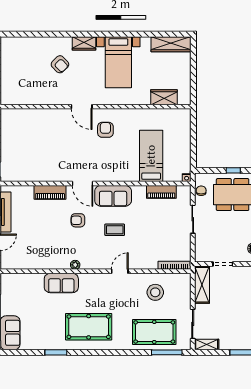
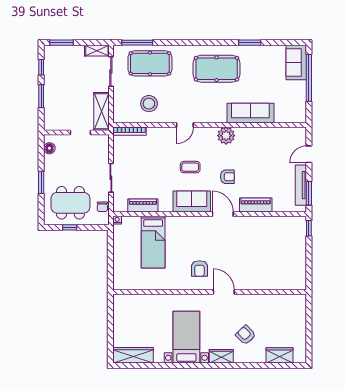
wardrobe: (164, 97) -> (279, 355), moved, turned 180
plant: (75, 265) -> (226, 136), width x1.87, depth x1.87
sofa: (61, 283) -> (250, 113), width x1.36

